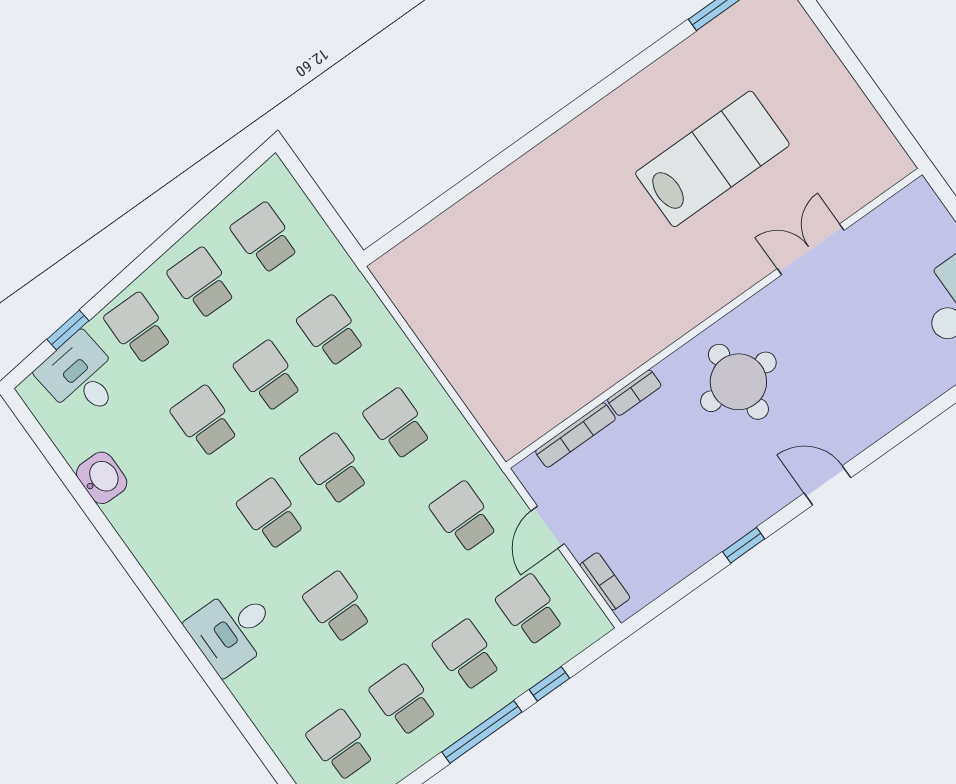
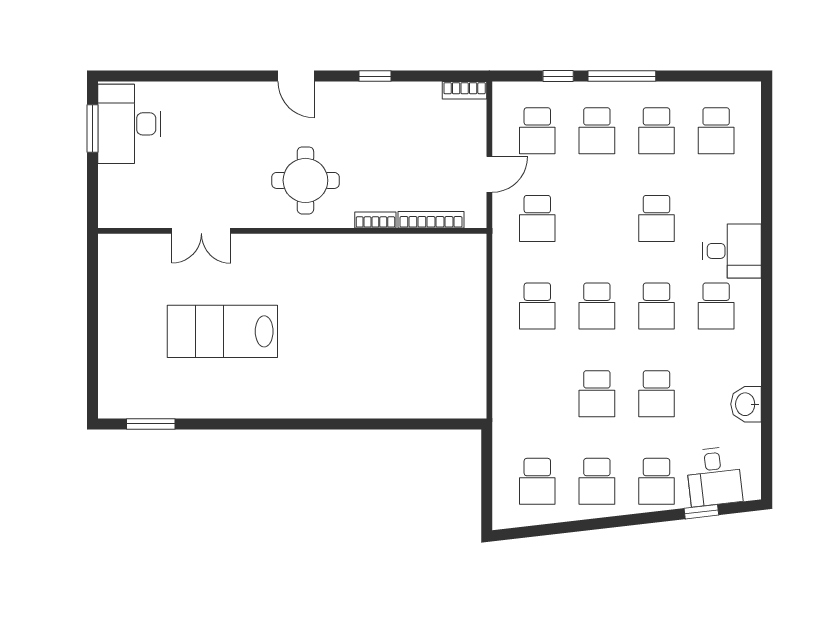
school desk: (331, 331) -> (716, 306), moved
bookcase: (605, 581) -> (465, 90), moved, turned -90

